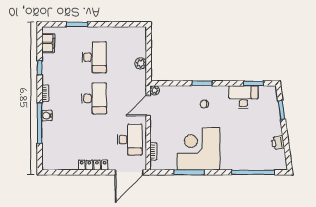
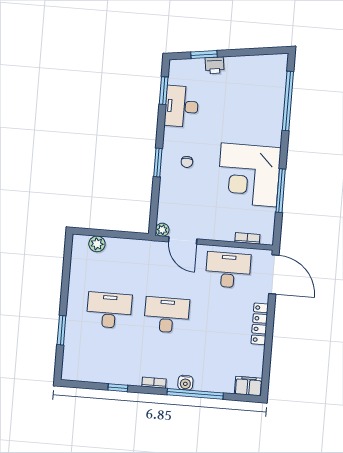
filing cabinet: (48, 43) -> (248, 386), moved
plant: (141, 63) -> (97, 244), moved
printer: (278, 143) -> (215, 65), moved

